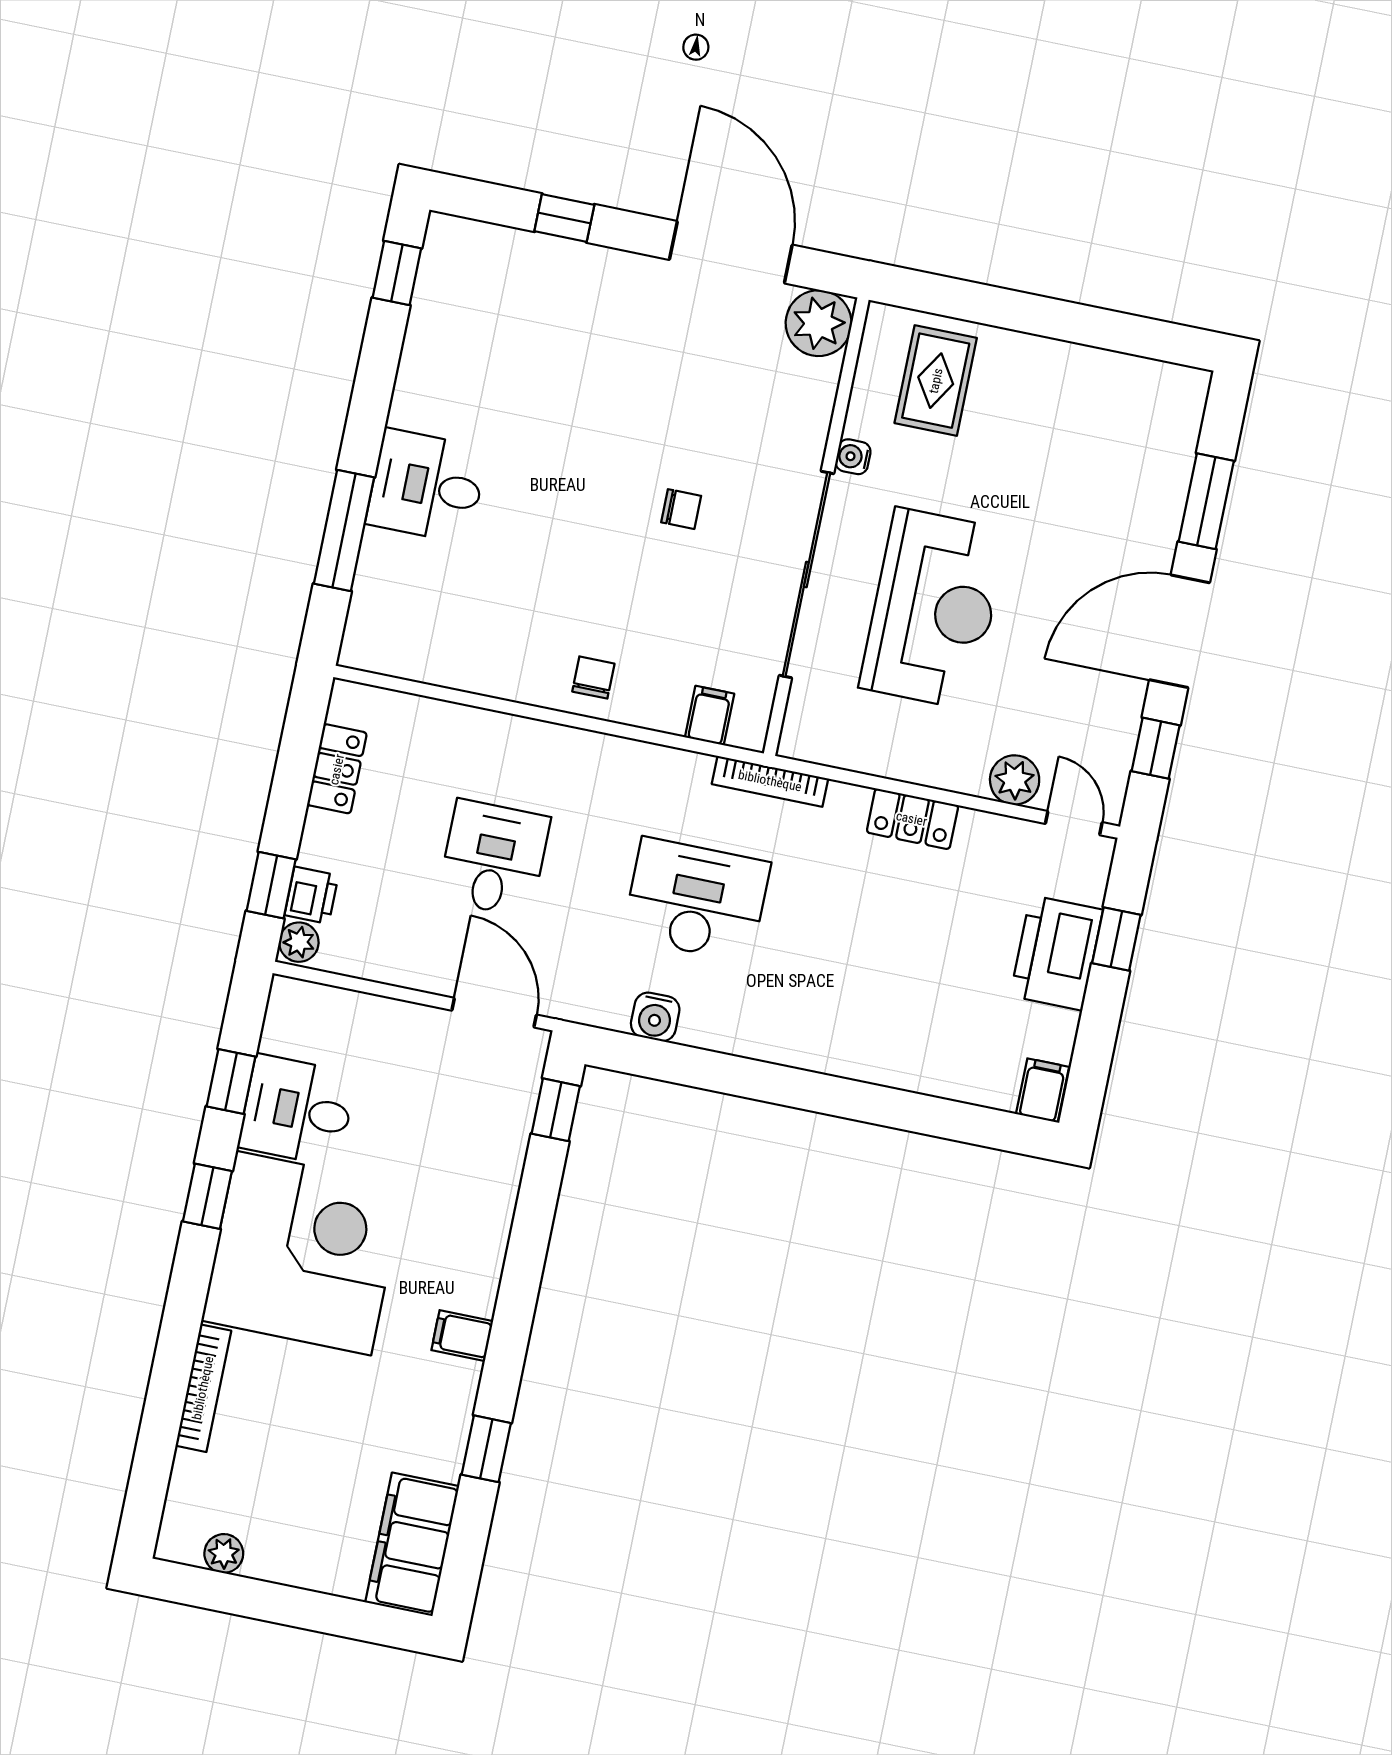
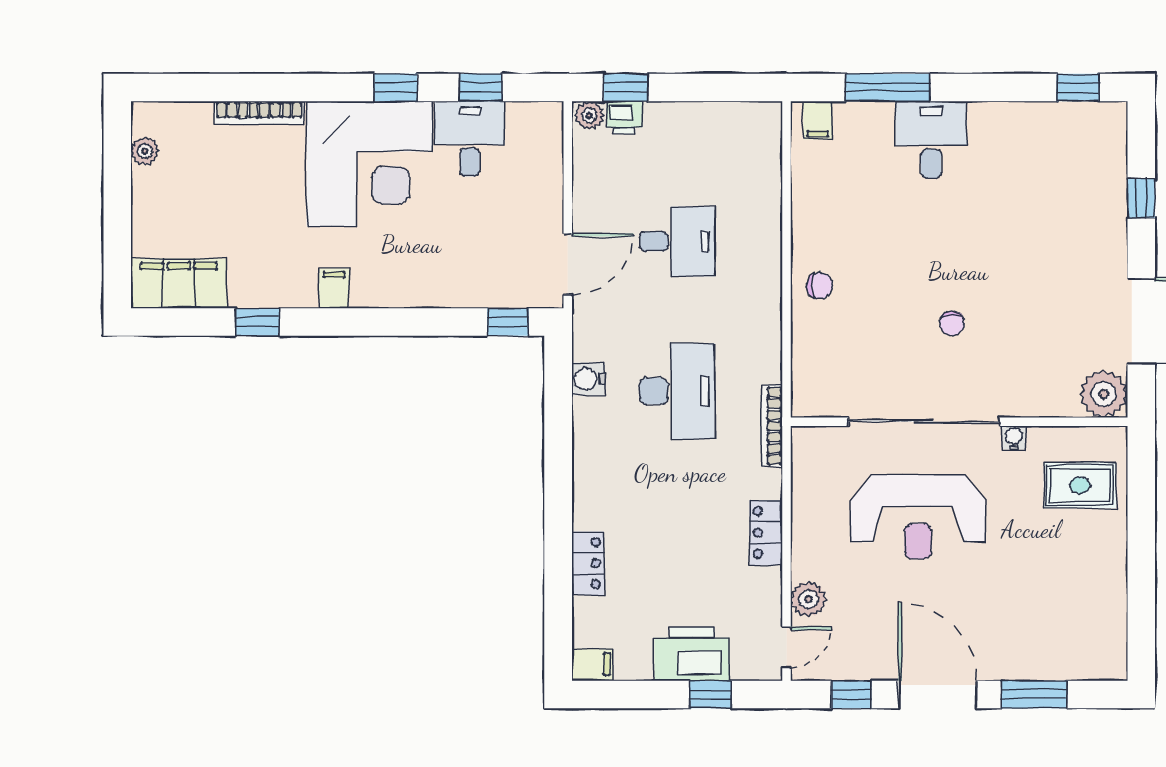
filing cabinet: (710, 716) -> (818, 120), moved, turned 90
locker: (337, 769) -> (588, 563), moved, turned -90

